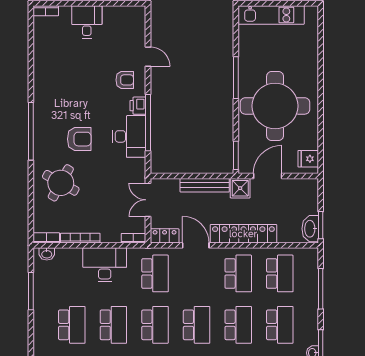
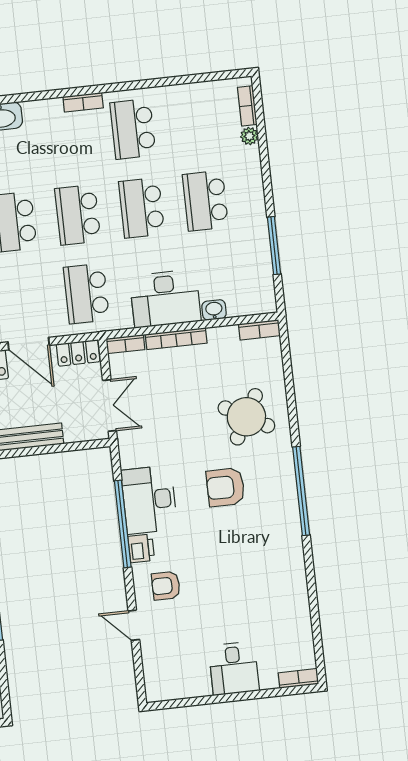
bookcase: (80, 238) -> (176, 339), moved
washbasin: (47, 254) -> (214, 310), moved

